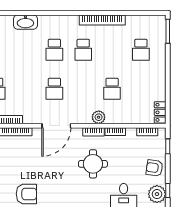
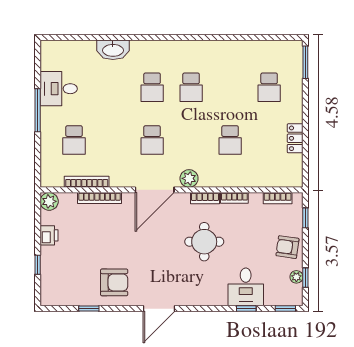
bookcase: (102, 20) -> (217, 47), removed
locker: (160, 112) -> (295, 138), moved
plant: (99, 117) -> (189, 178), moved
plant: (157, 194) -> (296, 277), width x0.53, depth x0.53

